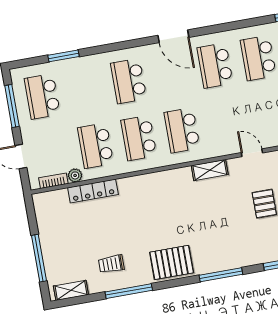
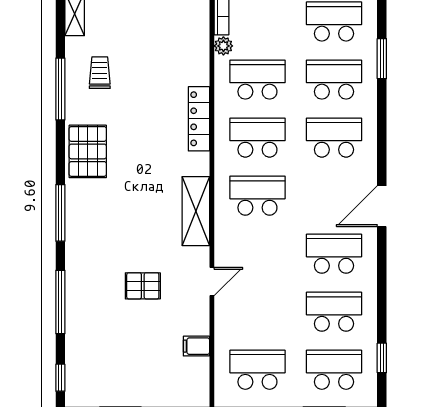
school desk: (85, 89) -> (334, 80), added
shelving: (210, 170) -> (196, 211), width x1.50, depth x1.33
locker: (93, 191) -> (199, 119), moved

